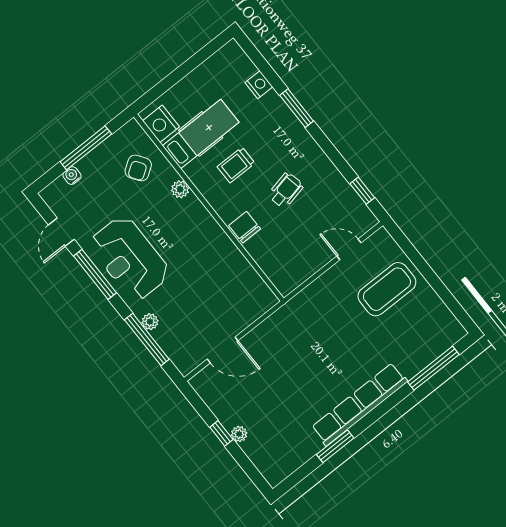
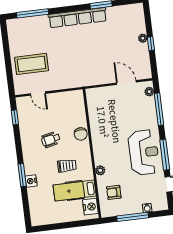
nightstand: (259, 85) -> (31, 181), moved
armchair: (138, 168) -> (114, 192), turned -146
plant: (150, 322) -> (149, 92), moved

